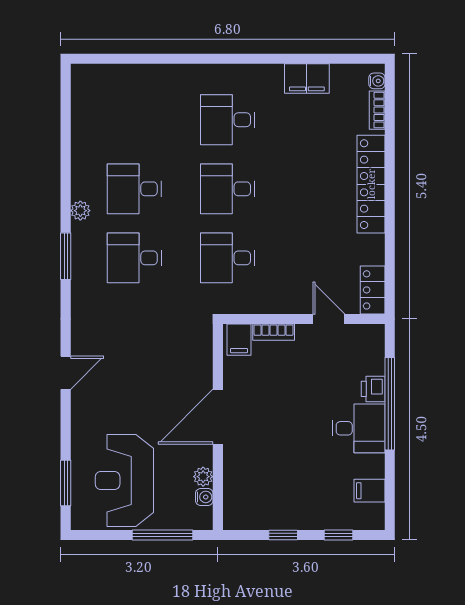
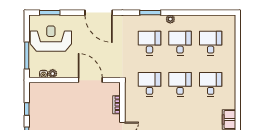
desk: (134, 120) -> (211, 43), added
filing cabinet: (239, 340) -> (113, 89), removed
door: (66, 373) -> (99, 13), width x1.88
door: (218, 417) -> (90, 80), moved

